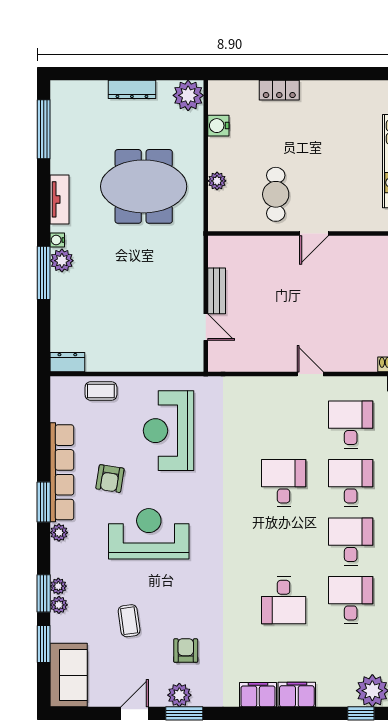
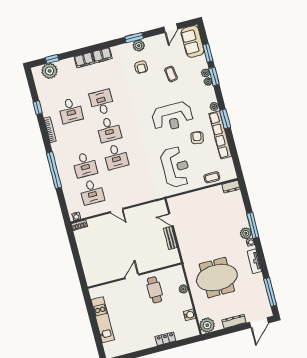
door: (82, 74) -> (259, 323), added
desk: (351, 542) -> (109, 129), moved
door: (135, 713) -> (171, 28), moved

